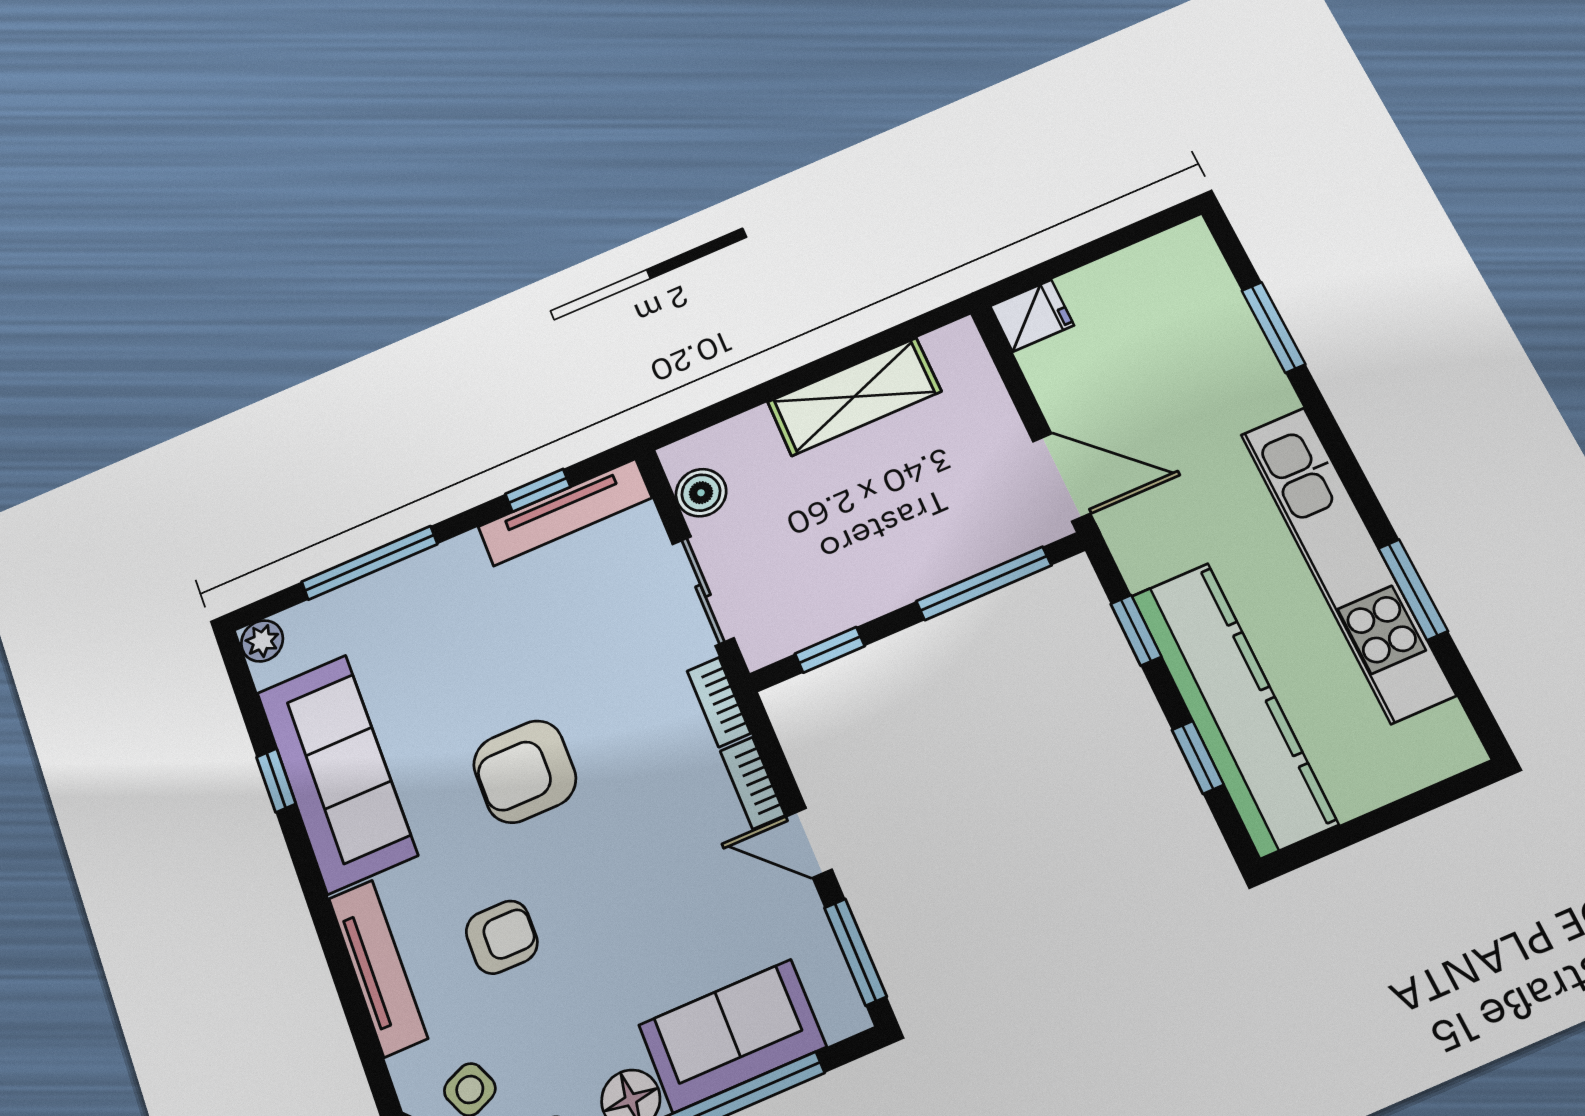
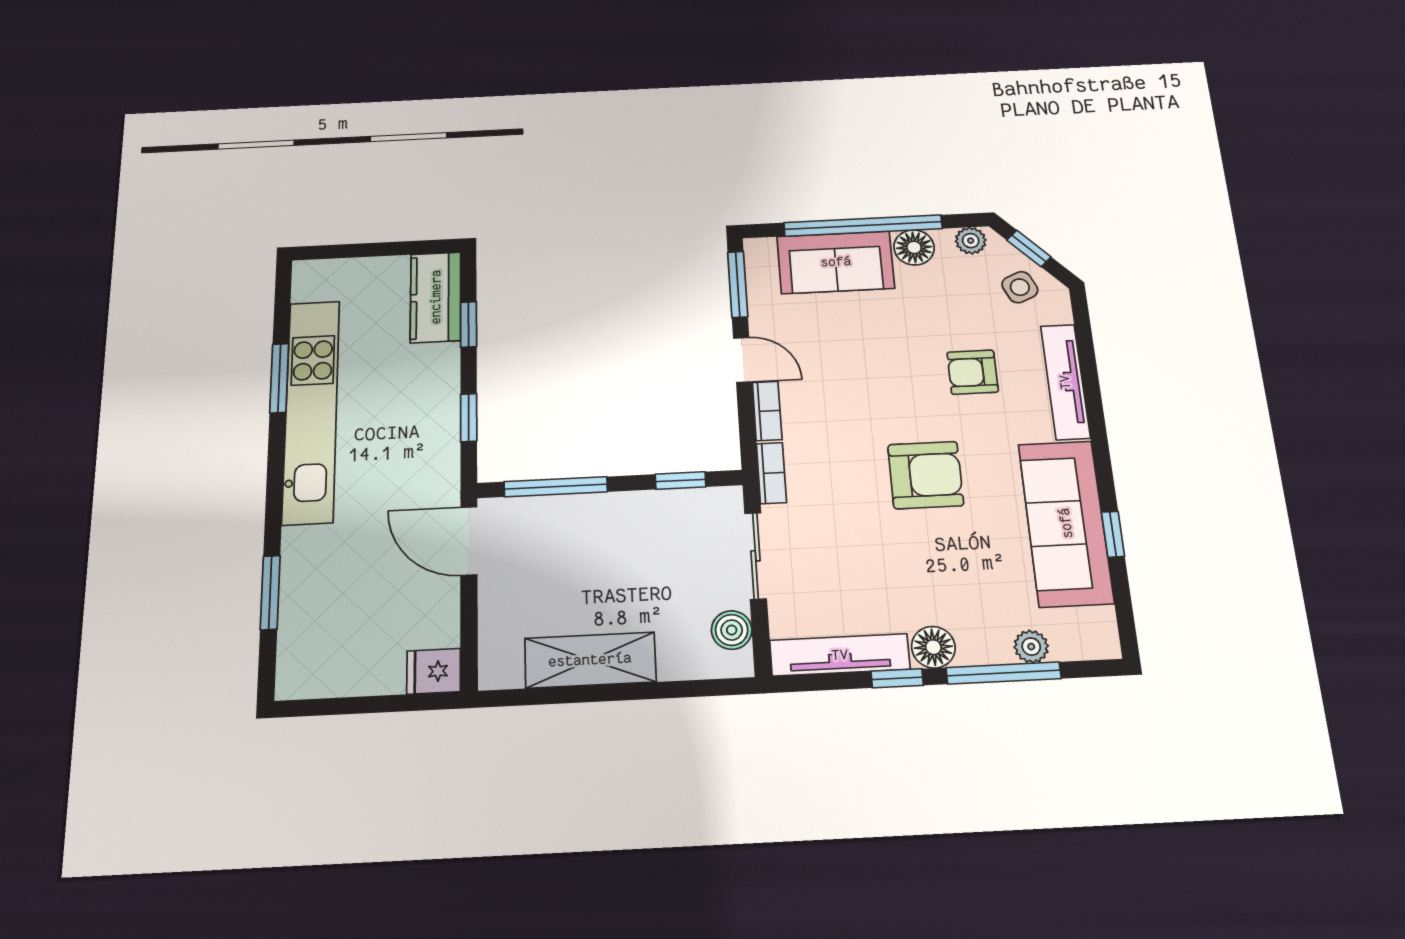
window: (538, 490) -> (897, 678), moved
floor lamp: (458, 562) -> (933, 647), added
plant: (262, 641) -> (1031, 647), moved
kitchen counter: (1233, 708) -> (436, 297), width x0.48, depth x0.86

